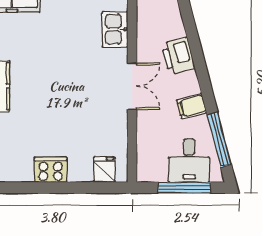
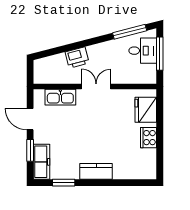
kitchen sink: (115, 29) -> (60, 97), width x1.38
filing cabinet: (192, 106) -> (109, 49), removed
fridge: (104, 170) -> (146, 110), width x1.88, depth x1.34

